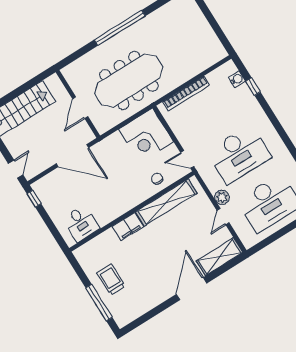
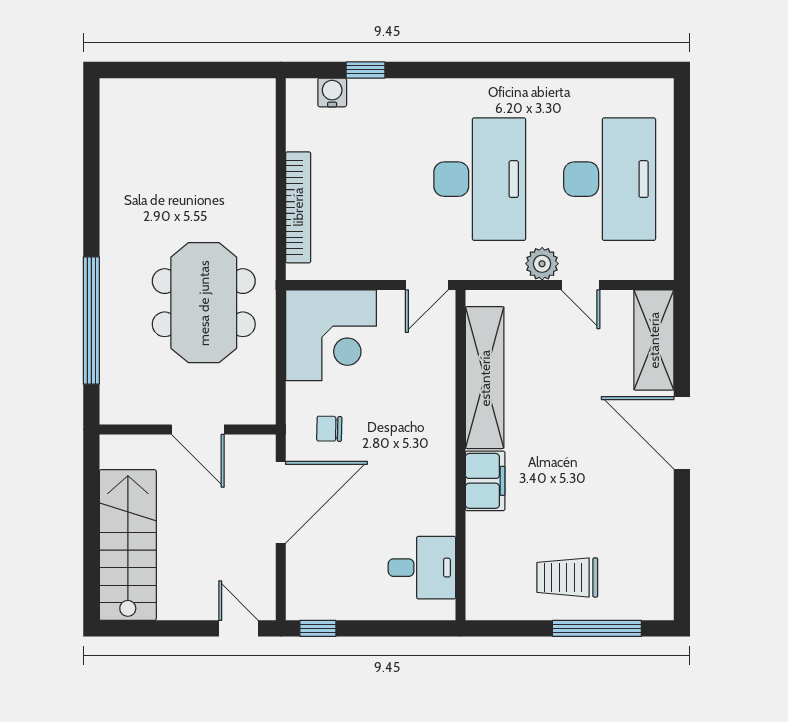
window: (120, 28) -> (91, 320), moved
meeting table: (129, 80) -> (204, 303), width x0.73
chair: (157, 179) -> (329, 429), moved

